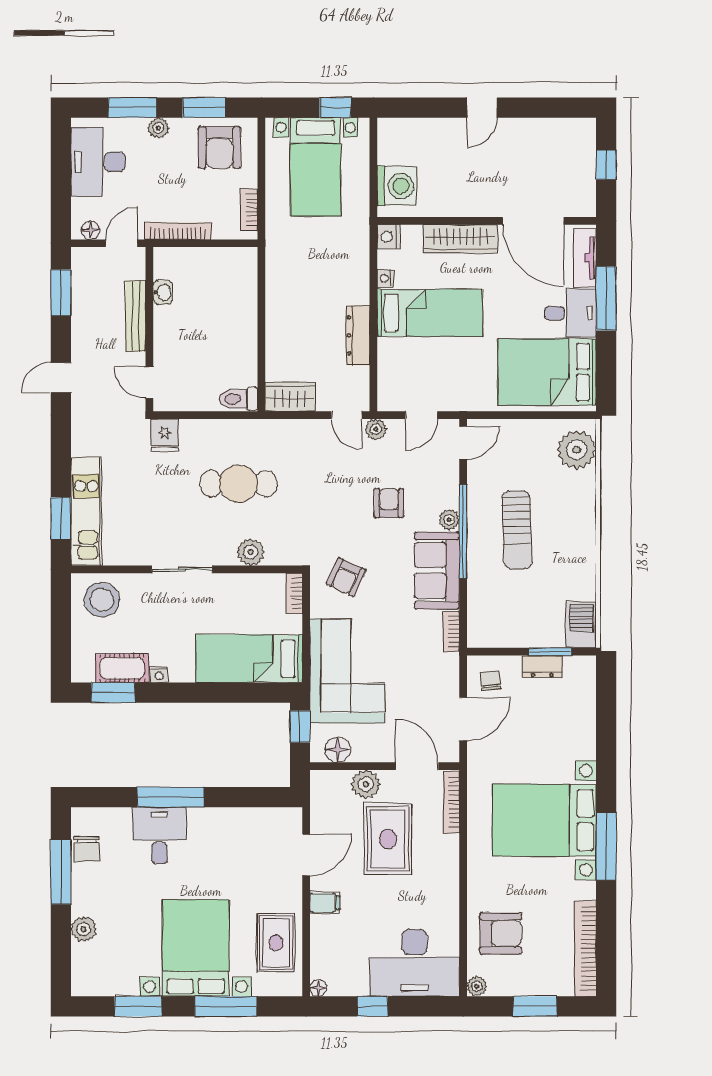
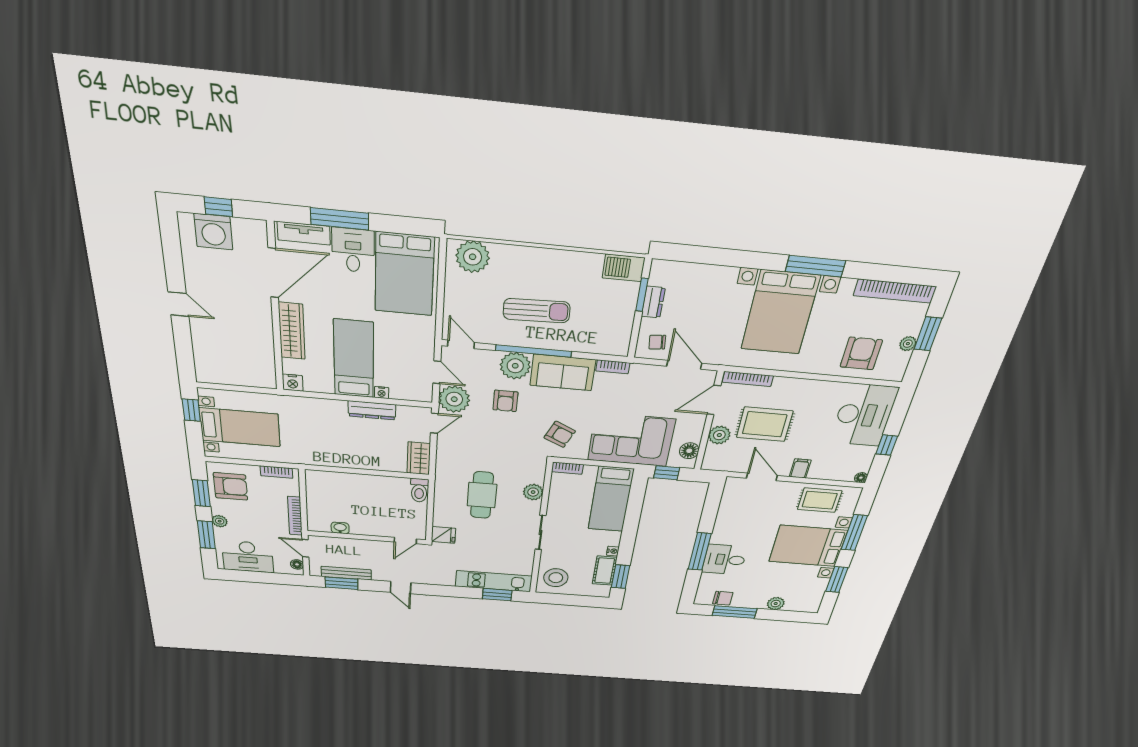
washing machine: (397, 186) -> (213, 232), moved, turned 180
nightstand: (385, 278) -> (382, 393), moved
bench: (136, 316) -> (346, 573), moved
plant: (376, 429) -> (454, 399), width x1.87, depth x1.87
armchair: (389, 503) -> (505, 401), turned -90
plant: (449, 520) -> (515, 366), width x1.87, depth x1.87
plant: (477, 986) -> (908, 344), moved

